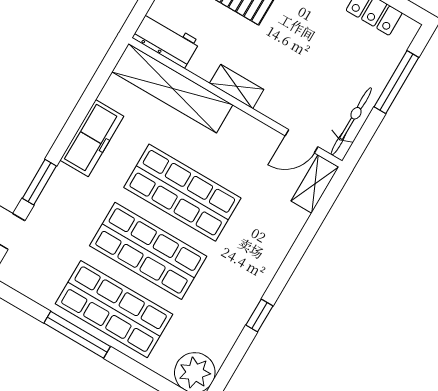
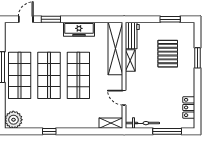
shelving: (237, 86) -> (130, 61), moved
door: (302, 141) -> (124, 98), moved

